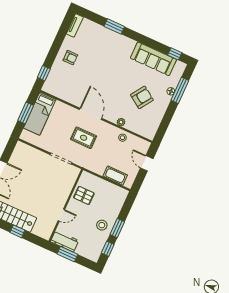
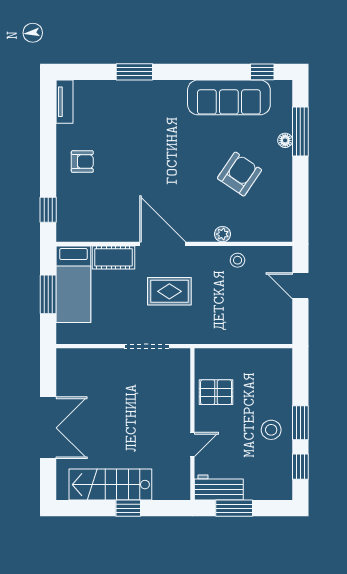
cot: (115, 176) -> (113, 257), moved

